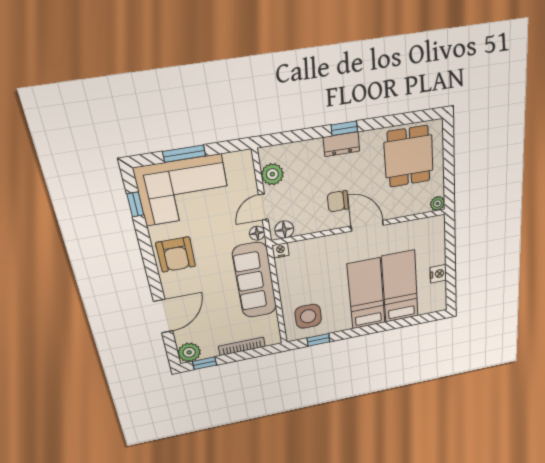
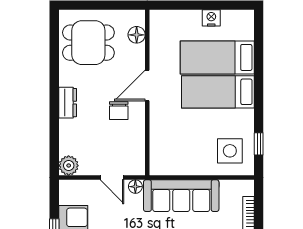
window: (344, 128) -> (54, 99), removed
plant: (272, 174) -> (69, 166), moved
plant: (437, 204) -> (138, 17), removed
floor lamp: (284, 230) -> (137, 35), moved
nightstand: (281, 250) -> (156, 168), removed

